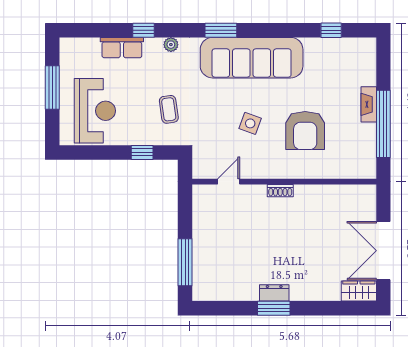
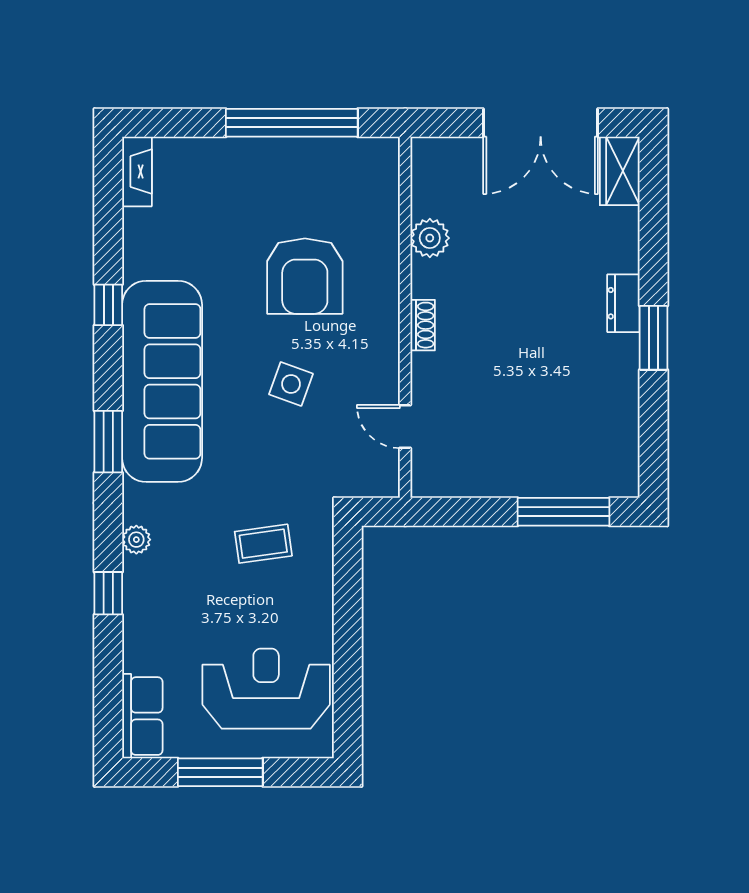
window: (331, 30) -> (108, 305), moved
row of seats: (122, 48) -> (142, 716), moved
fireplace: (369, 104) -> (137, 171), moved, turned -90
armchair: (305, 130) -> (305, 276), turned 90
window: (142, 152) -> (348, 596), removed
plant: (325, 194) -> (430, 238), added
dresser: (274, 293) -> (623, 303), moved

